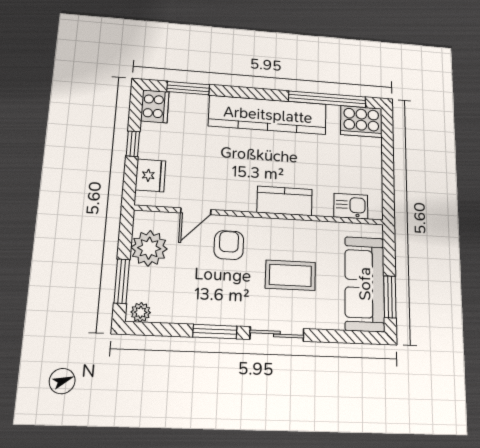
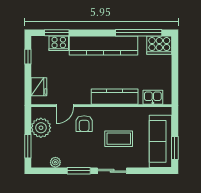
cooker: (155, 106) -> (59, 43), moved, turned 90
window: (133, 144) -> (28, 57), moved
kitchen counter: (285, 201) -> (115, 97), width x1.50
armchair: (229, 245) -> (84, 124), turned 180
plant: (141, 312) -> (55, 162), moved

